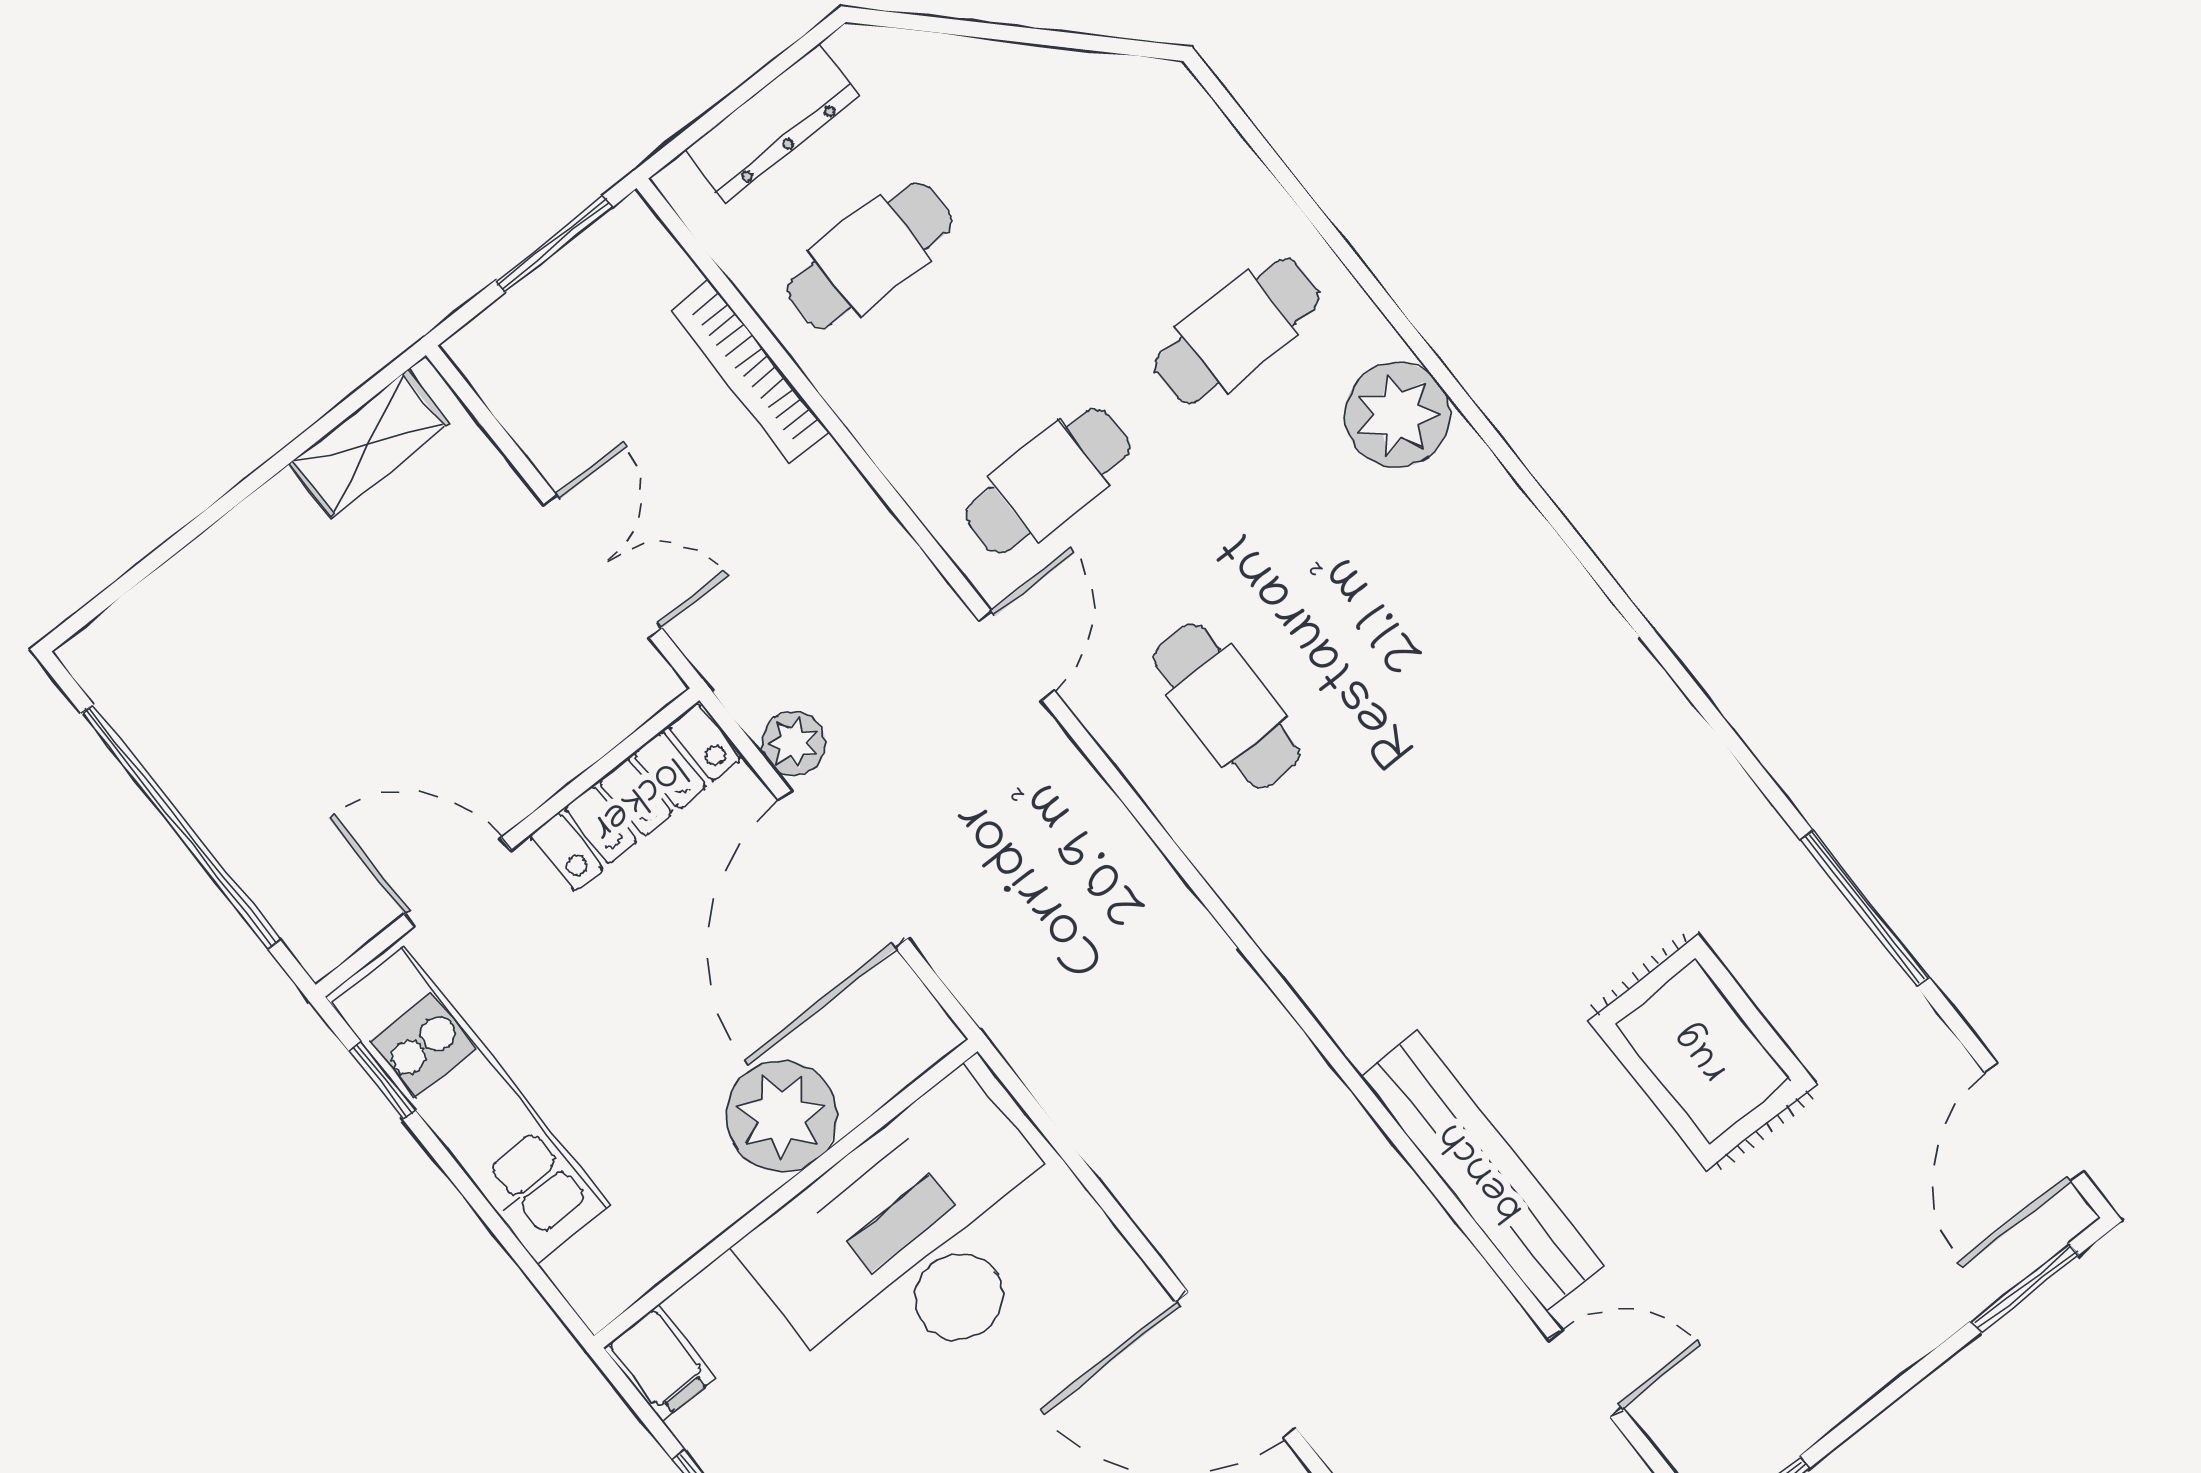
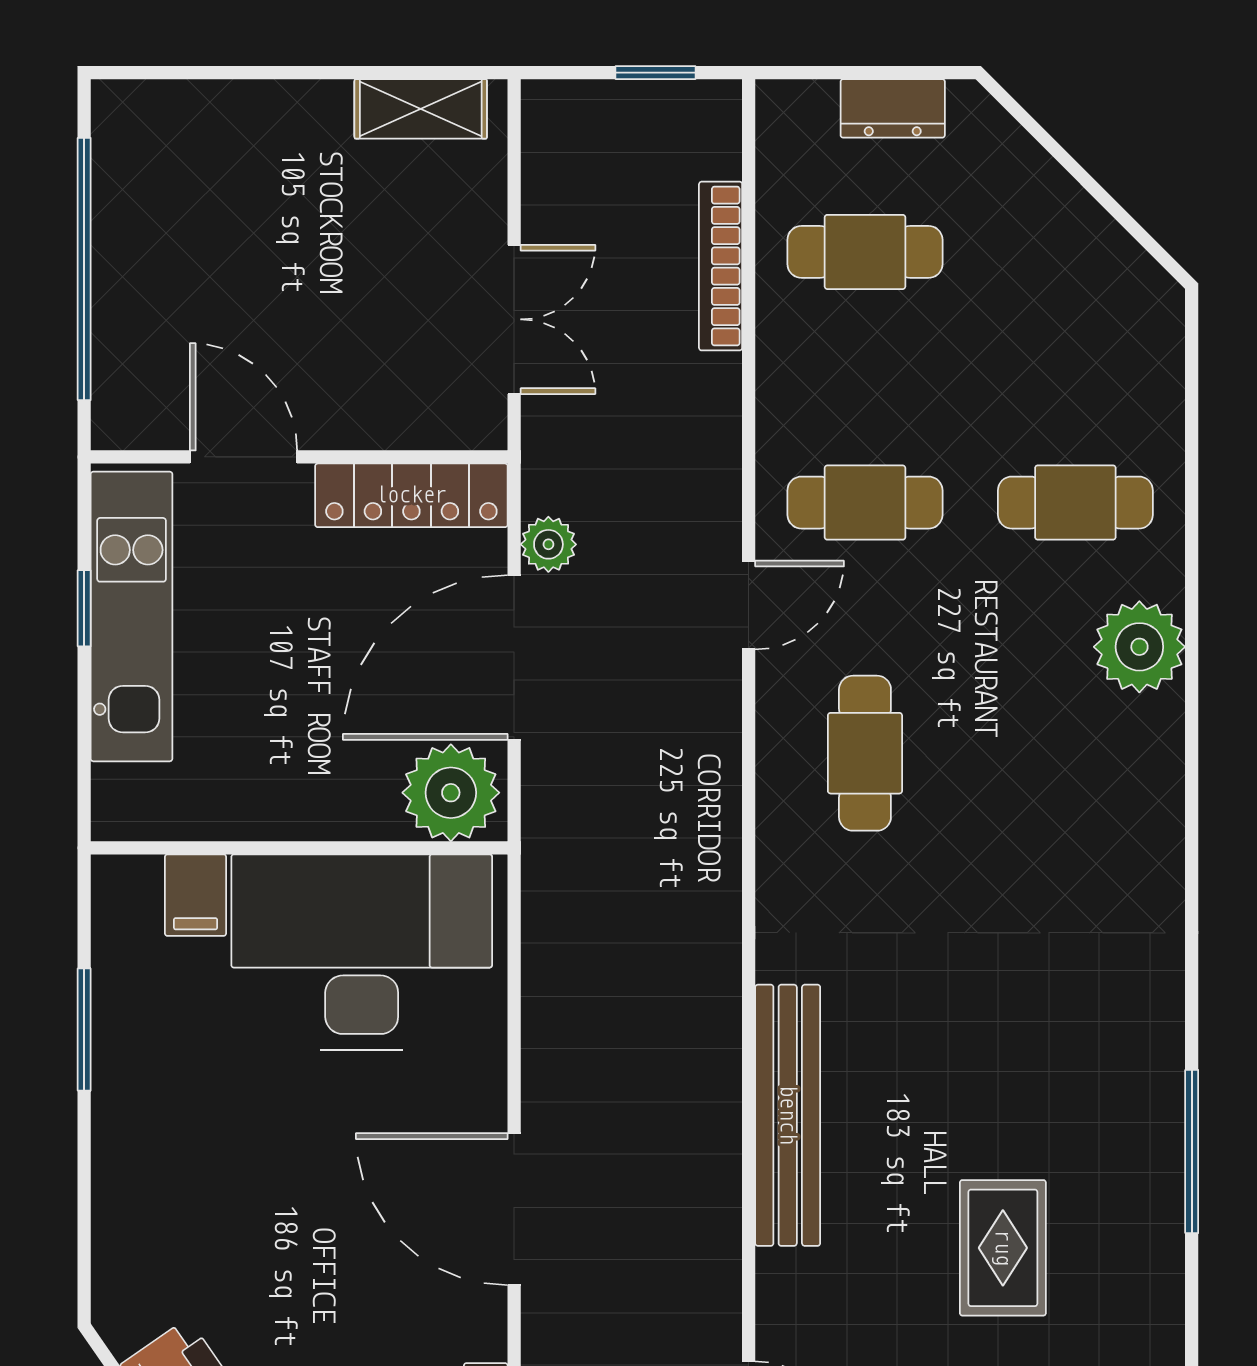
dresser: (772, 123) -> (893, 108), width x0.70
window: (554, 244) -> (655, 73), width x0.67
window: (1865, 909) -> (1192, 1152), moved
rug: (1702, 1052) -> (1003, 1248), width x0.73, depth x0.70
window: (382, 1081) -> (84, 608), moved
plant: (782, 1116) -> (451, 793), moved
bench: (1482, 1171) -> (788, 1115), moved
filing cabinet: (660, 1363) -> (196, 895), moved

